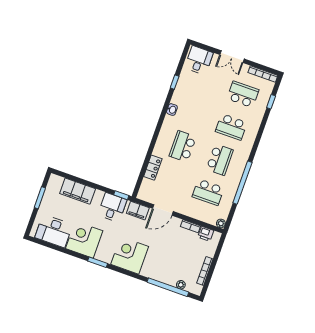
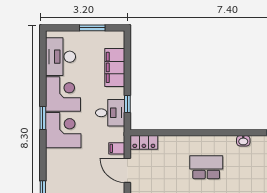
locker: (153, 168) -> (144, 142), moved
window: (121, 195) -> (127, 104), moved
filing cabinet: (138, 211) -> (117, 148), width x0.50
corner desk: (130, 255) -> (63, 130), moved

